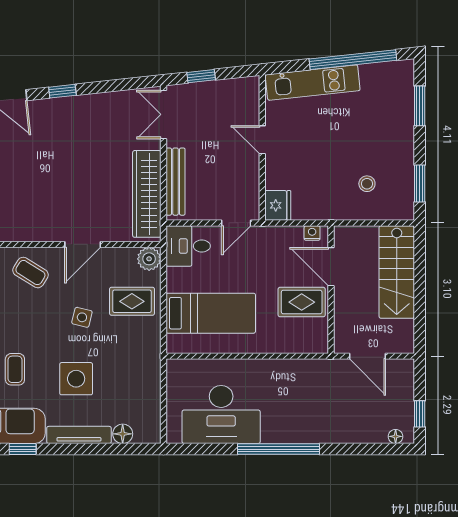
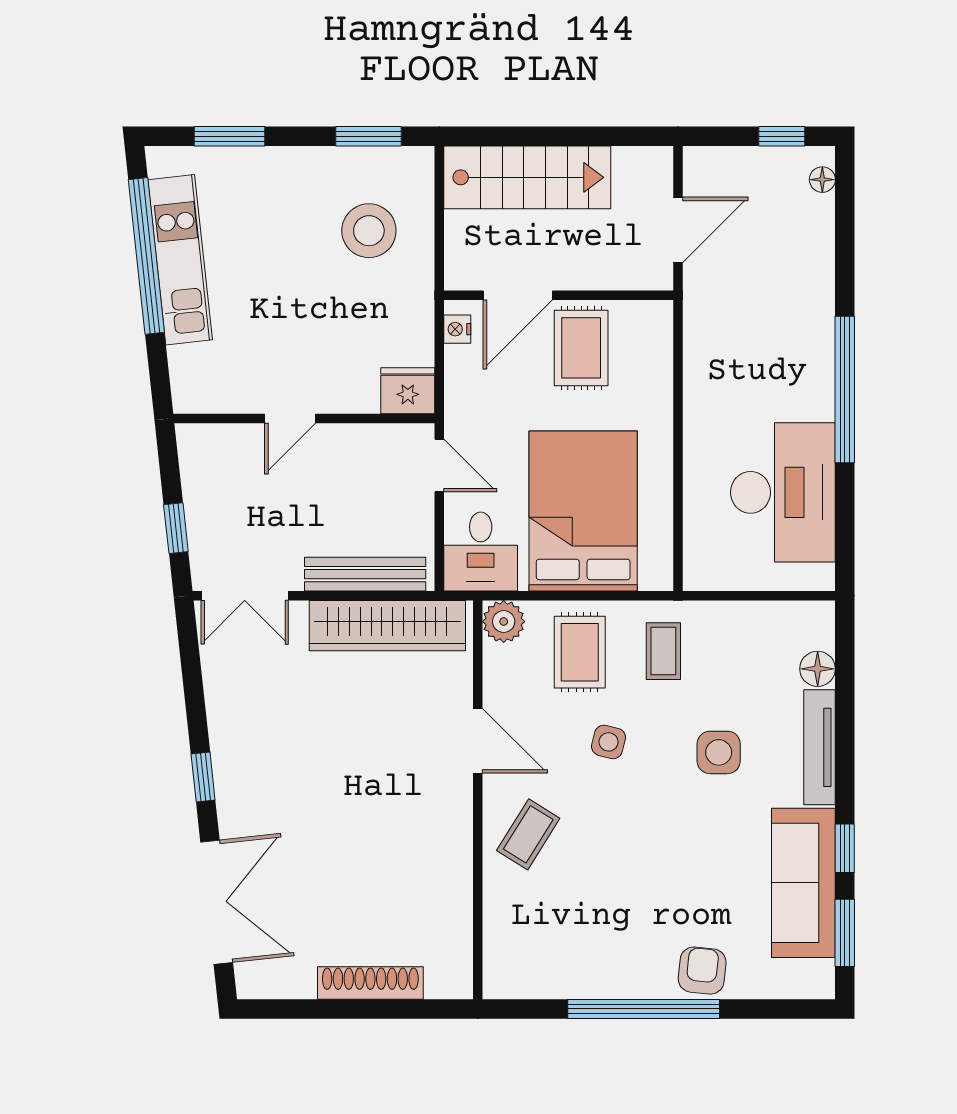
kitchen unit: (313, 83) -> (180, 260), moved
stool: (367, 184) -> (369, 231), width x1.89, depth x1.89
bed: (211, 313) -> (583, 511), width x1.50
coffee table: (15, 369) -> (663, 651), moved, turned 90
side table: (76, 379) -> (719, 752), width x0.73, depth x0.73

